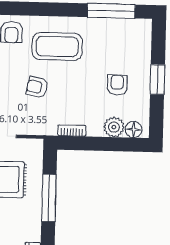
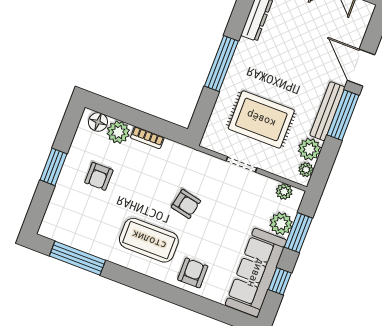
bookcase: (72, 131) -> (147, 138), moved
window: (49, 198) -> (221, 63), moved

